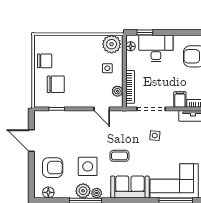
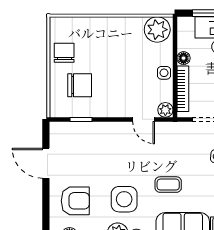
floor lamp: (131, 46) -> (184, 58), moved
chair: (45, 61) -> (64, 53), turned -90
side table: (107, 68) -> (164, 73), moved
plant: (117, 91) -> (165, 110), moved

